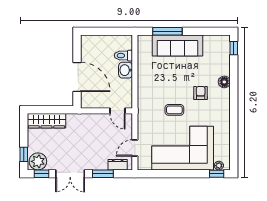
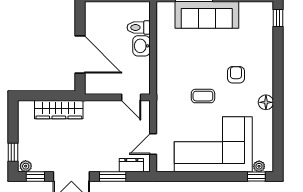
floor lamp: (224, 82) -> (266, 102), moved
wardrobe: (47, 121) -> (59, 110), moved
plant: (38, 161) -> (26, 166), width x0.53, depth x0.53

